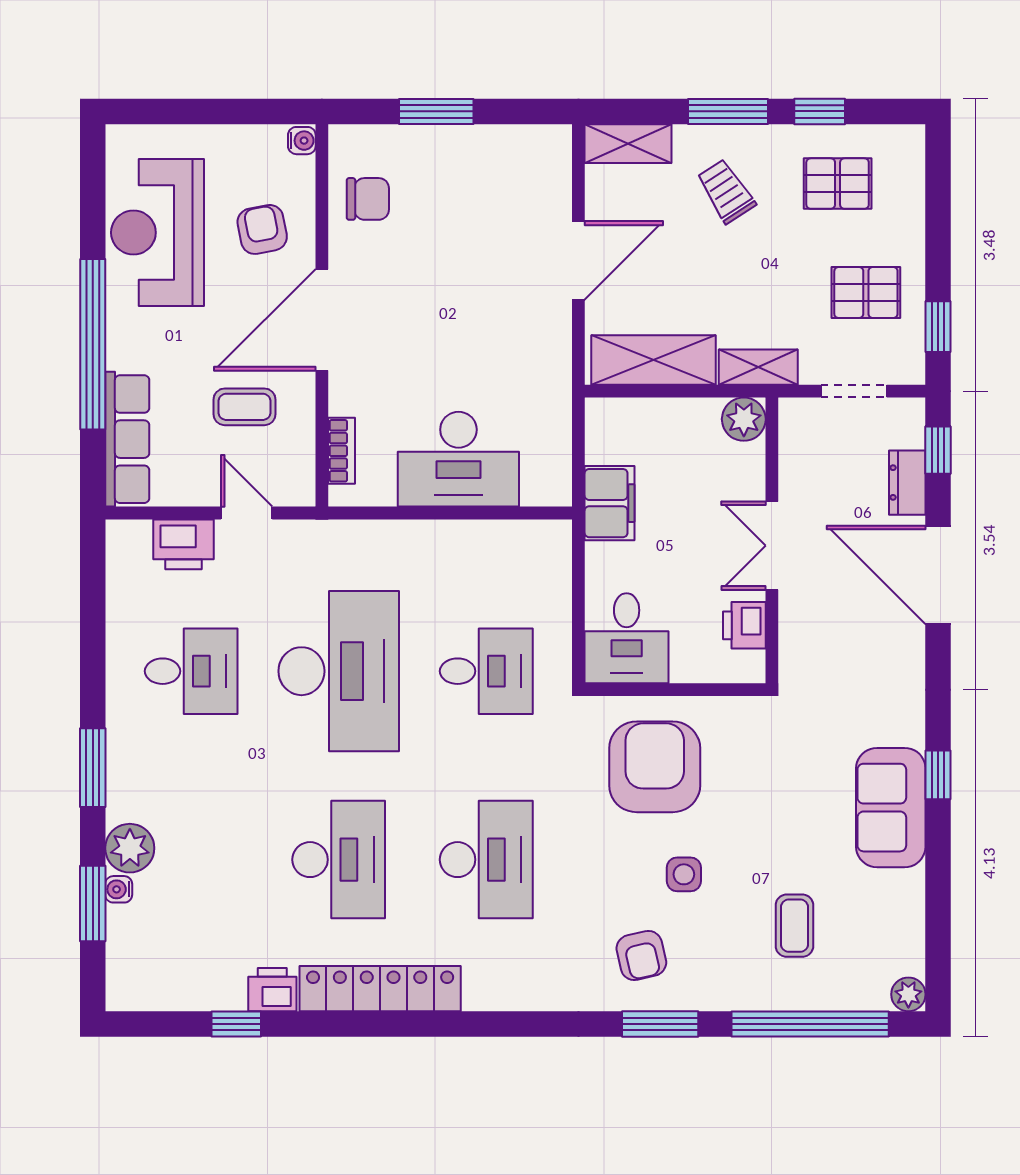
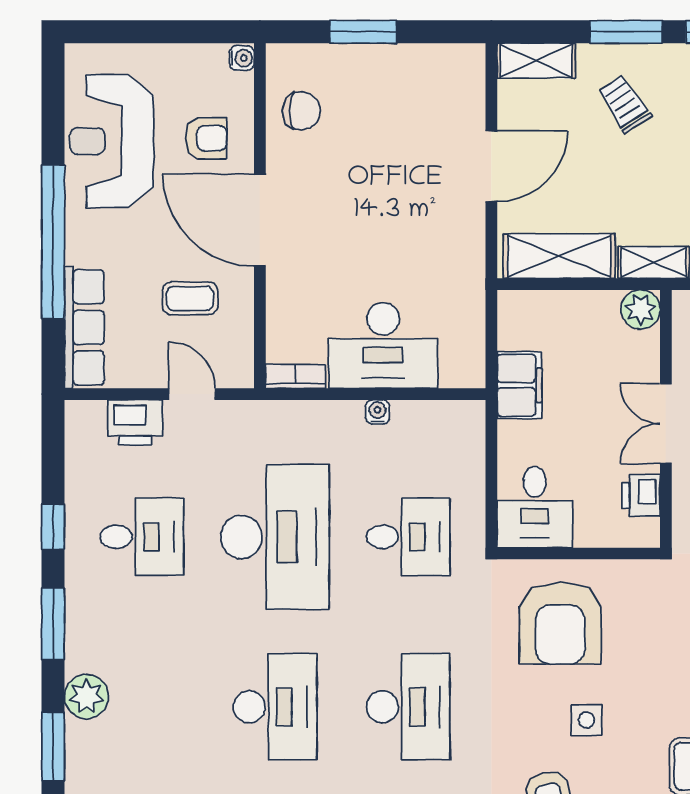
armchair: (262, 229) -> (206, 138), turned 101
door: (322, 320) -> (260, 220), hinge flipped
bookcase: (341, 451) -> (296, 376), moved, turned -90
window: (93, 660) -> (53, 527), added
armchair: (655, 767) -> (560, 623), turned 180
water cooler: (119, 889) -> (378, 412), moved, turned 90

